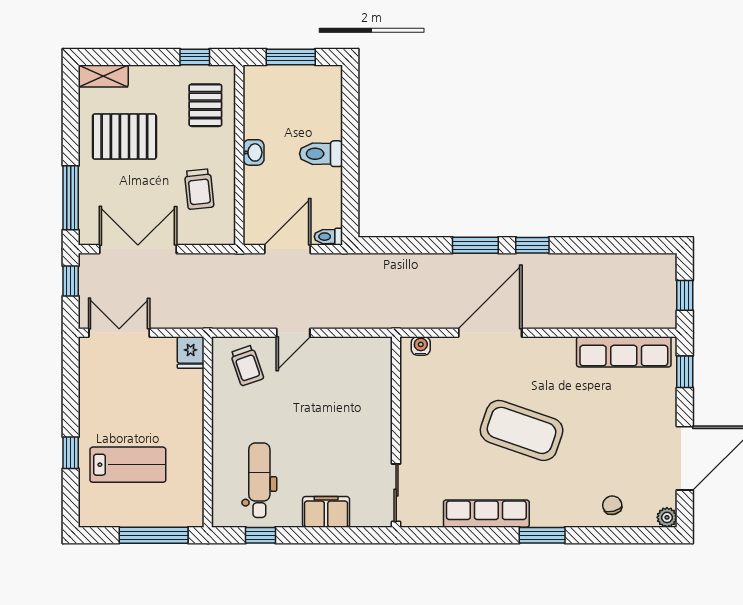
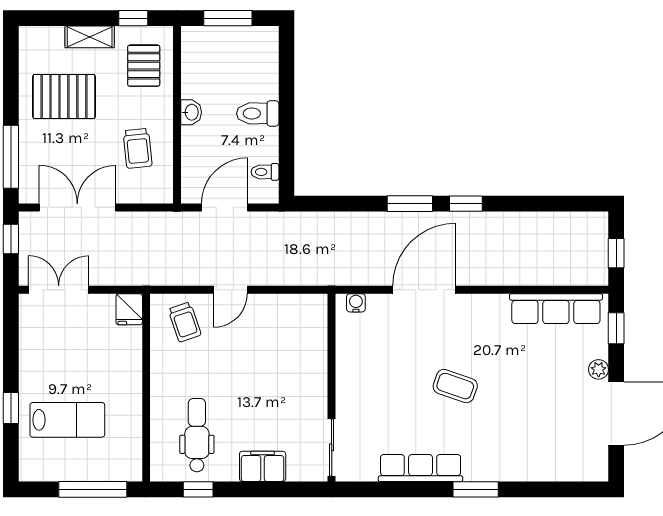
shelving: (103, 76) -> (90, 37), moved
toilet: (328, 237) -> (265, 172), moved
coffee table: (522, 430) -> (455, 386), width x0.54, depth x0.58
chair: (612, 505) -> (545, 460), removed
plant: (667, 517) -> (599, 369), moved

